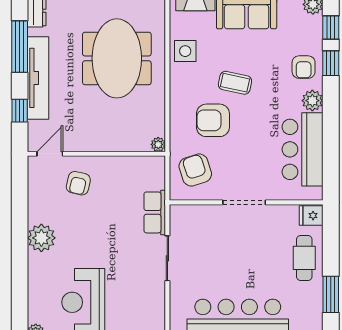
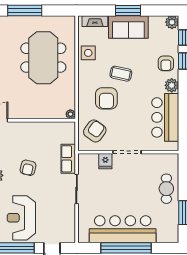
armchair: (213, 120) -> (106, 98), turned -90
armchair: (195, 170) -> (95, 131), turned 53
armchair: (78, 183) -> (28, 168), moved
fridge: (311, 216) -> (105, 161), moved, turned -90

